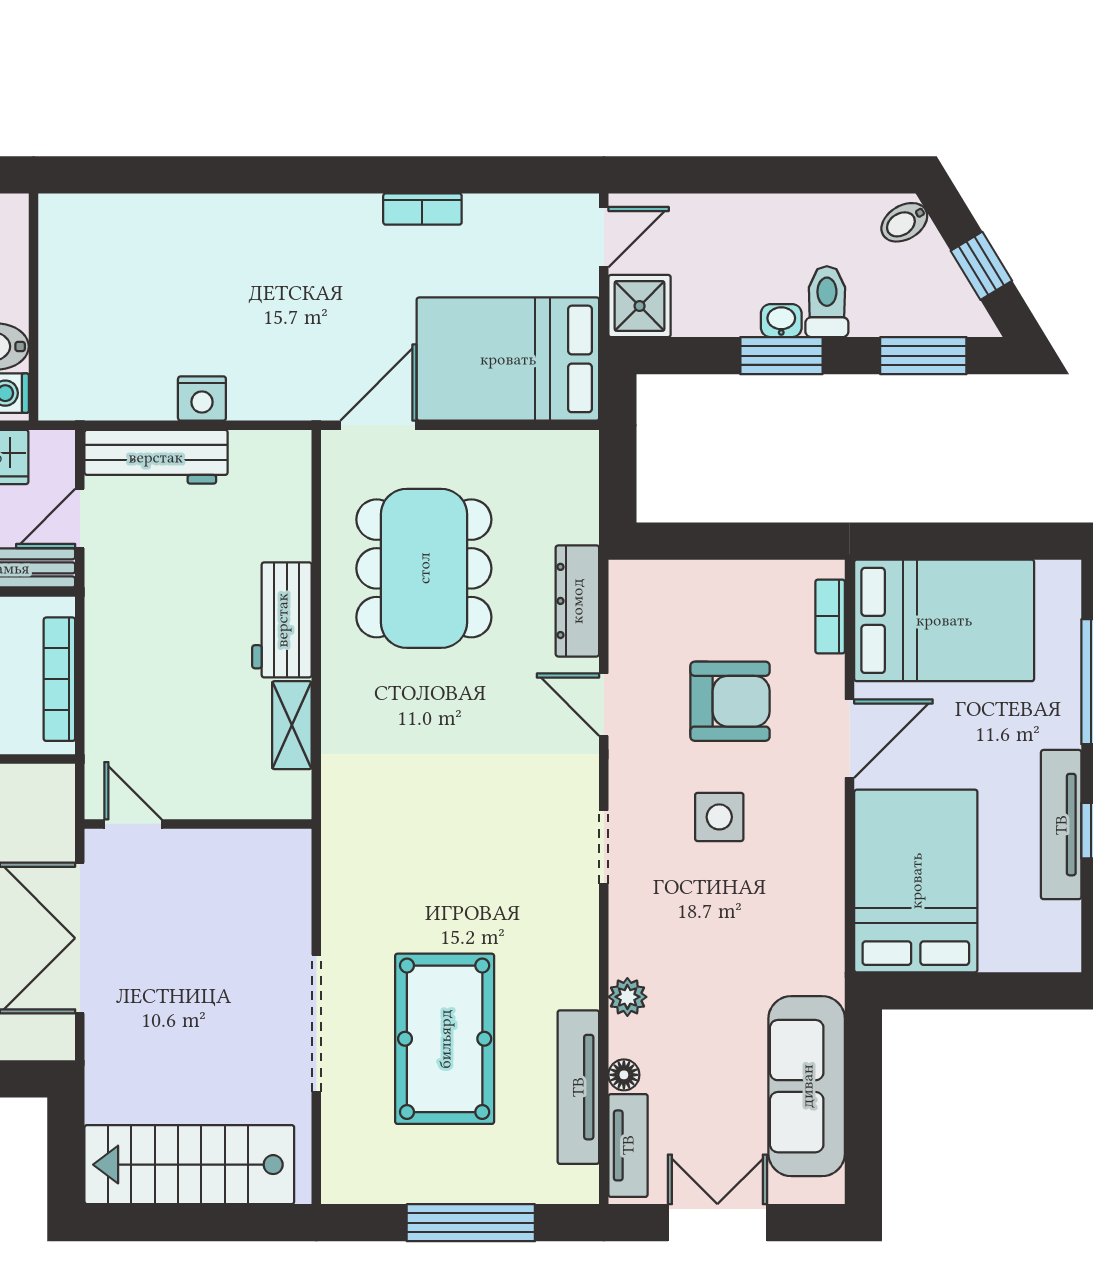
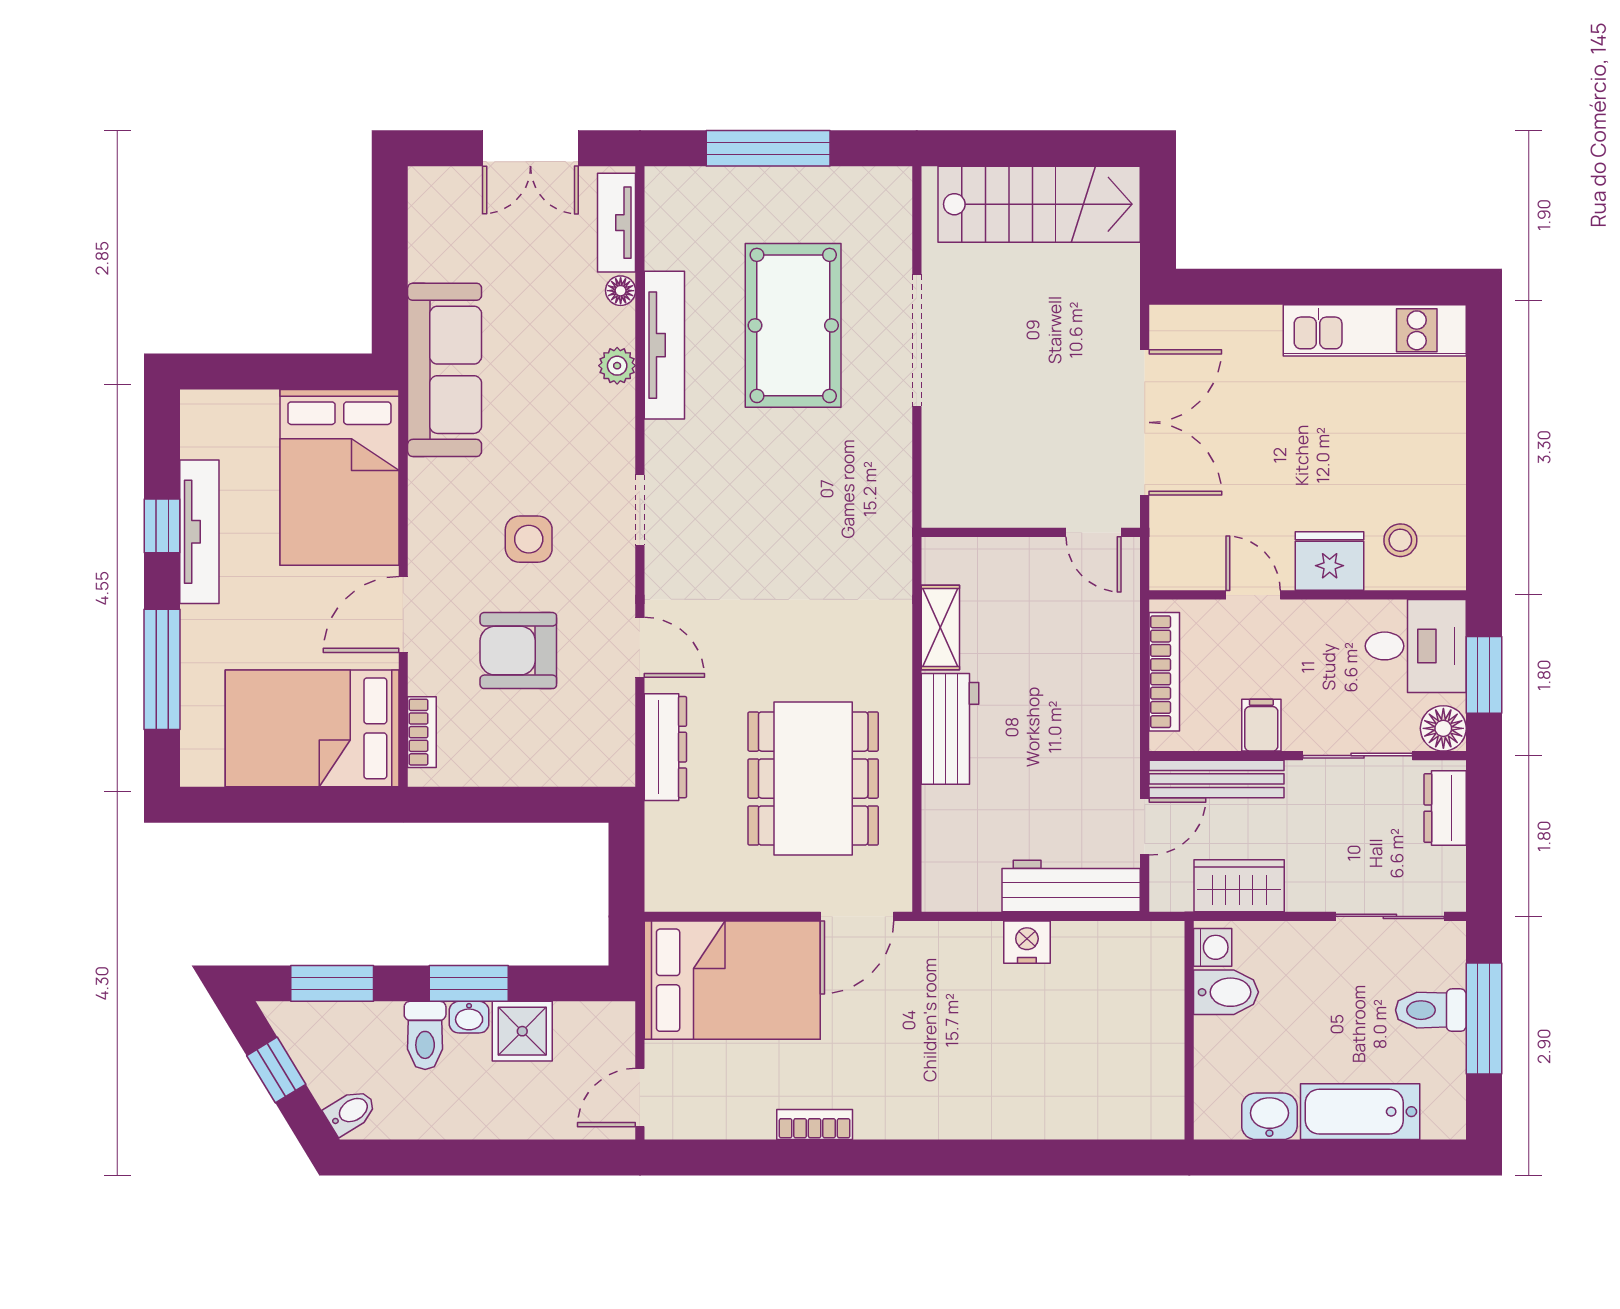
shower: (640, 306) -> (522, 1031), moved
sofa: (807, 1086) -> (445, 370), moved
tv unit: (578, 1087) -> (664, 345), moved

